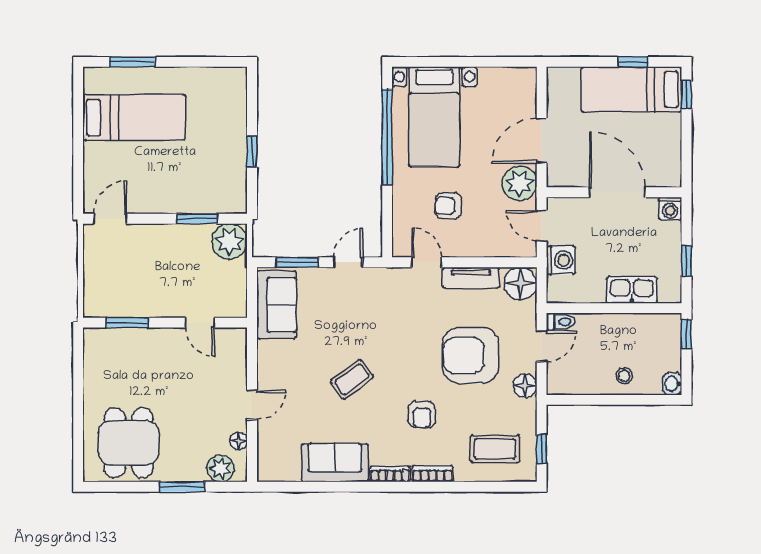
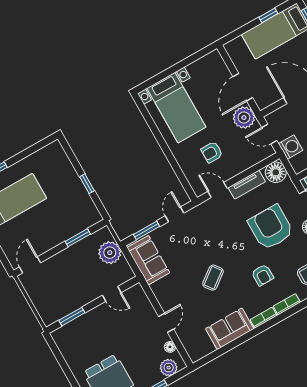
window: (387, 137) -> (157, 133), removed
plant: (229, 241) -> (110, 253), moved
armchair: (471, 355) -> (271, 227), turned 90

